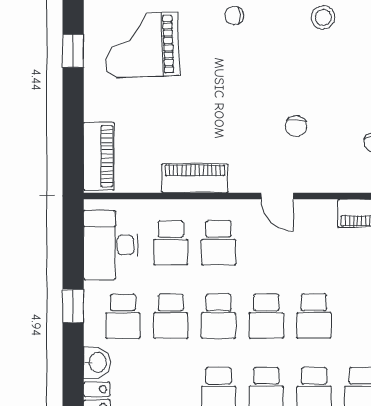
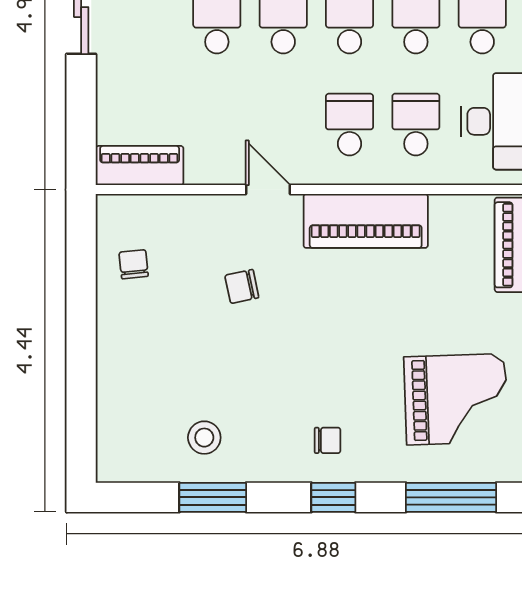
chair: (296, 126) -> (242, 286), turned -107
piano: (195, 178) -> (366, 221), width x1.37, depth x1.33

